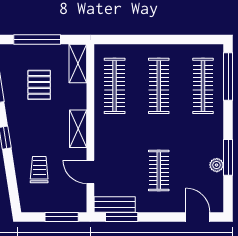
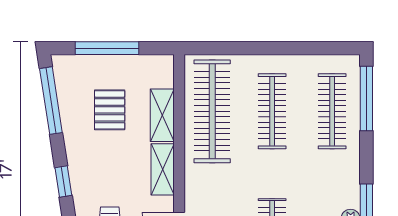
shelving: (78, 63) -> (162, 115), moved
clothes rail: (115, 86) -> (212, 111), width x1.37, depth x1.31

